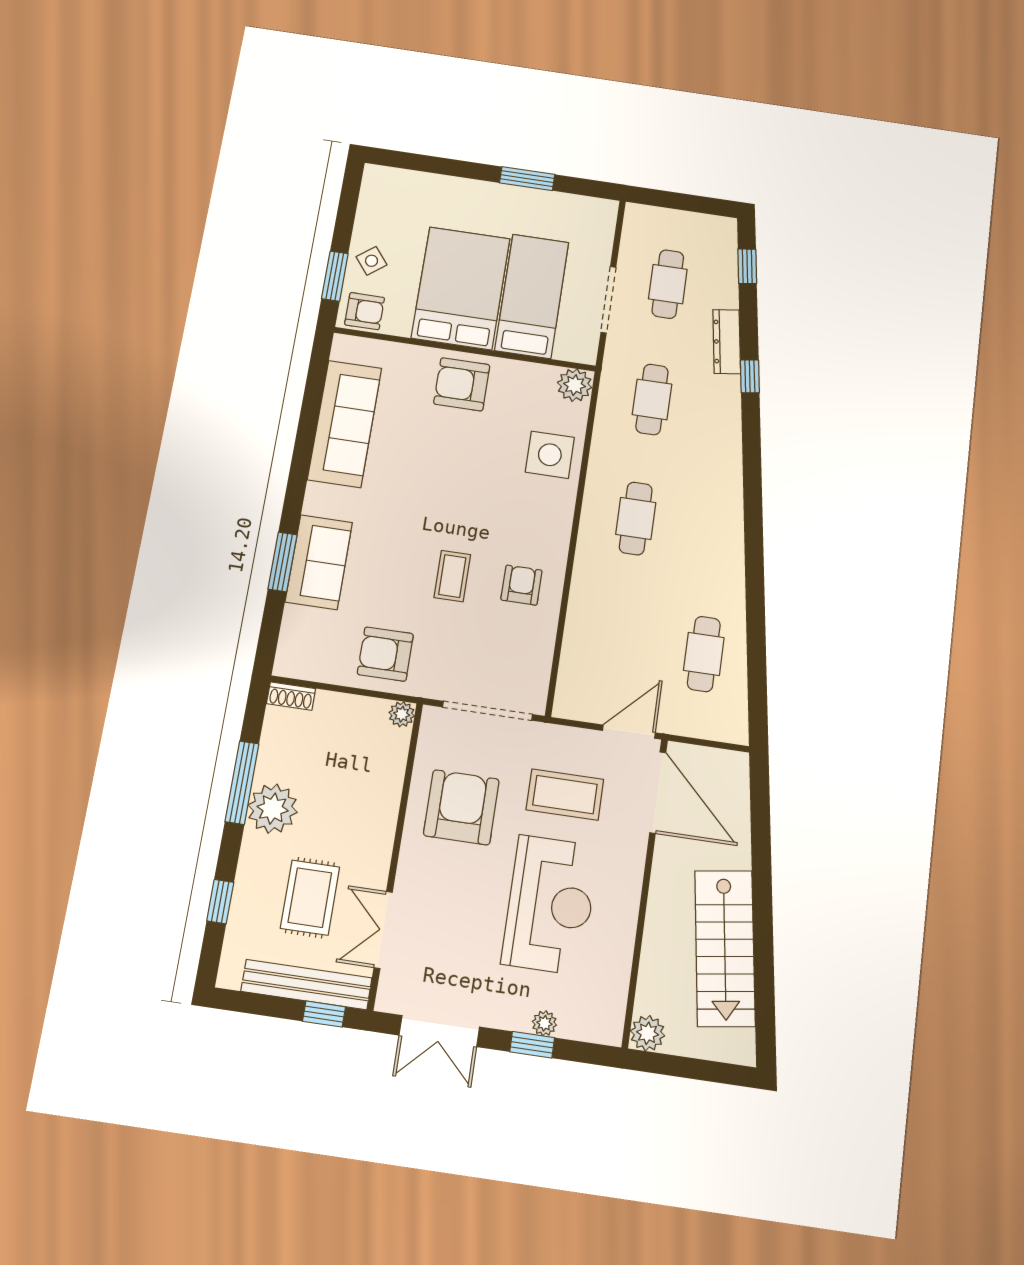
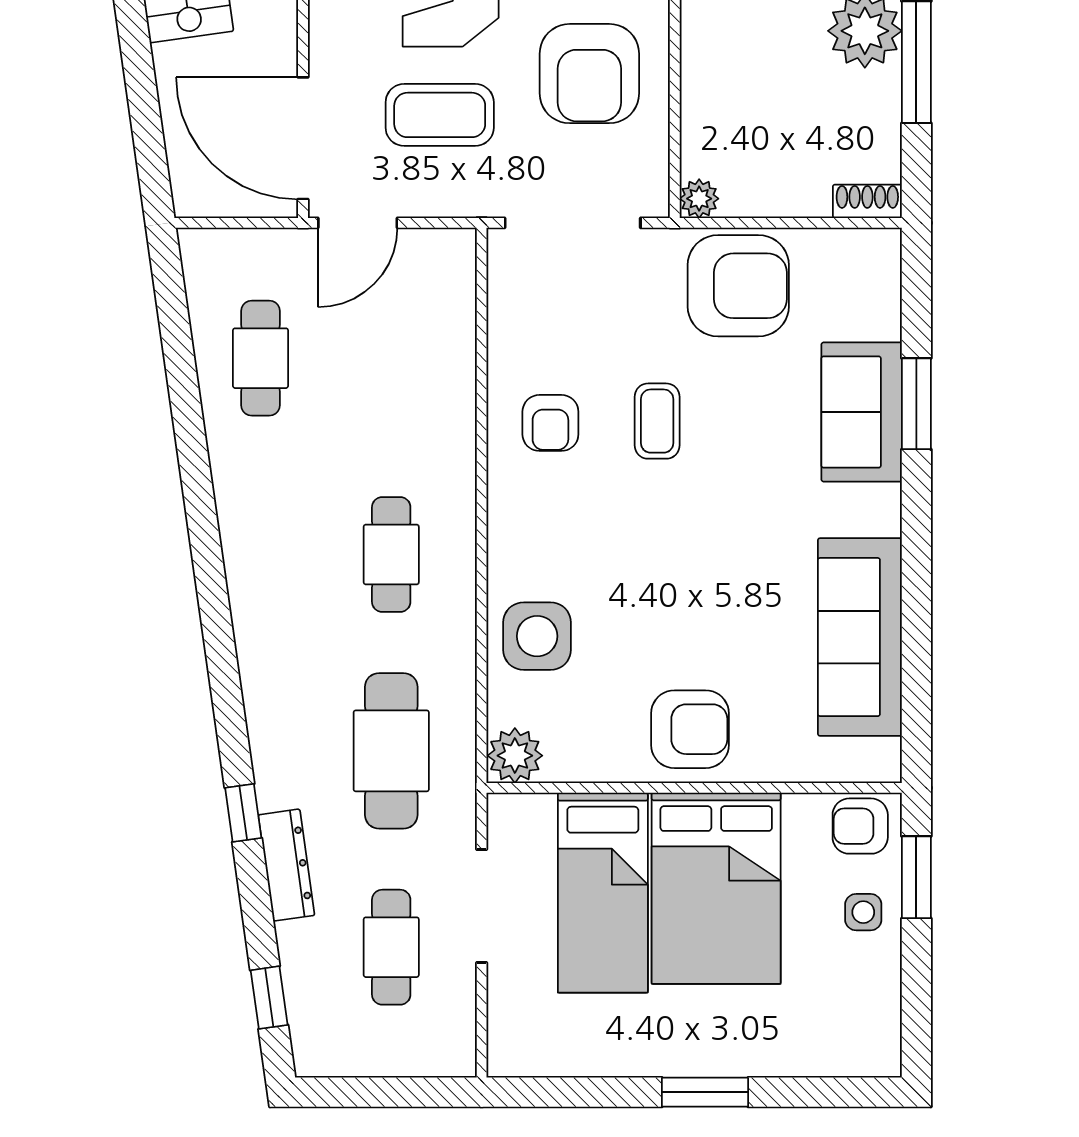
window: (527, 179) -> (705, 1092), moved
side table: (372, 261) -> (863, 912), turned 38
cafe table: (652, 399) -> (391, 751), width x1.37, depth x1.35
armchair: (385, 654) -> (738, 286), width x1.36, depth x1.36

